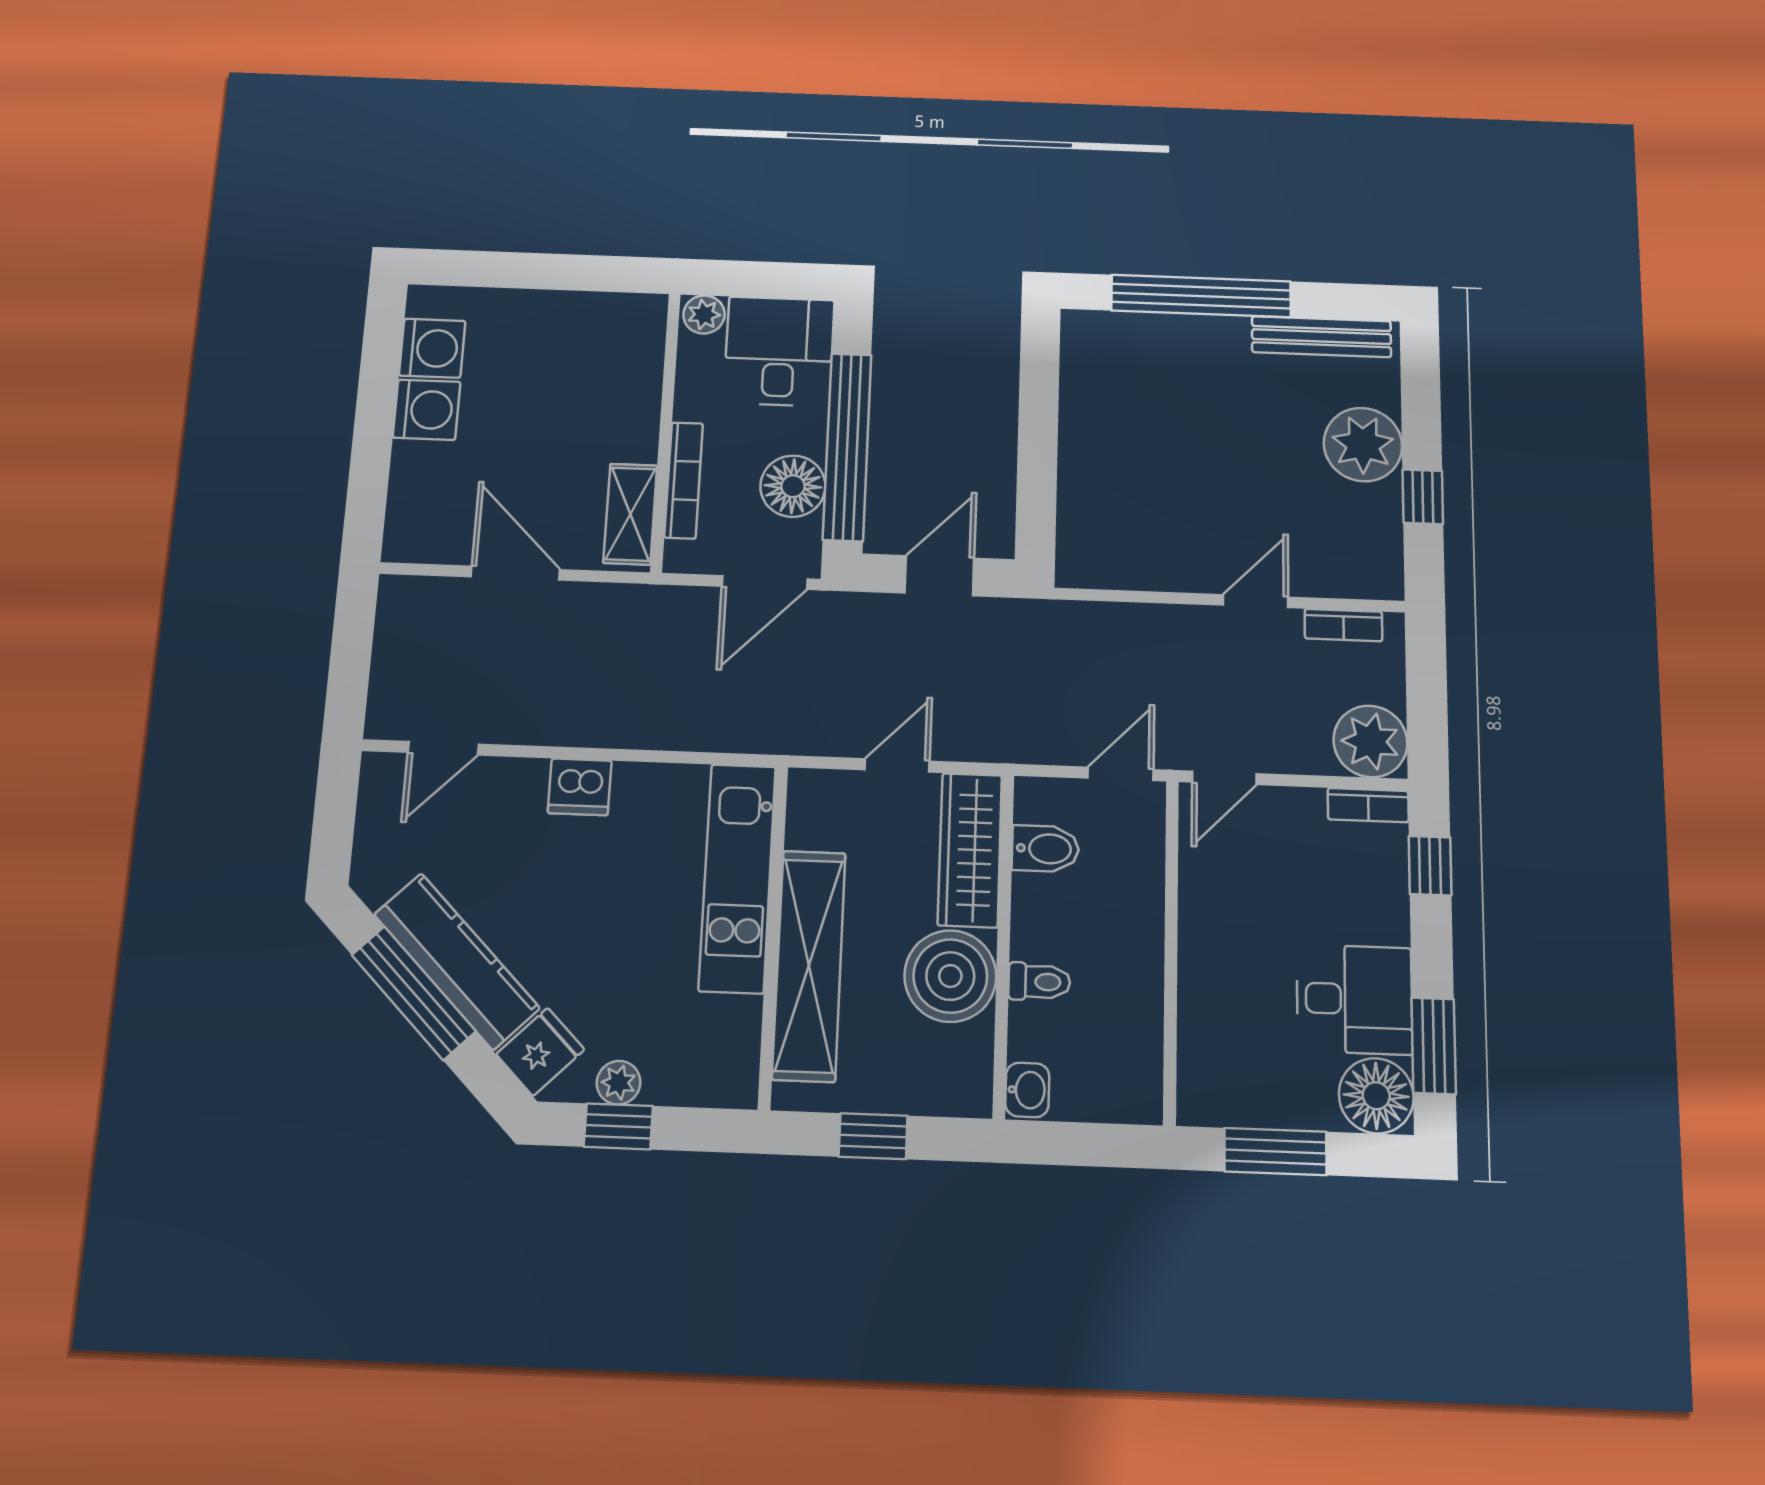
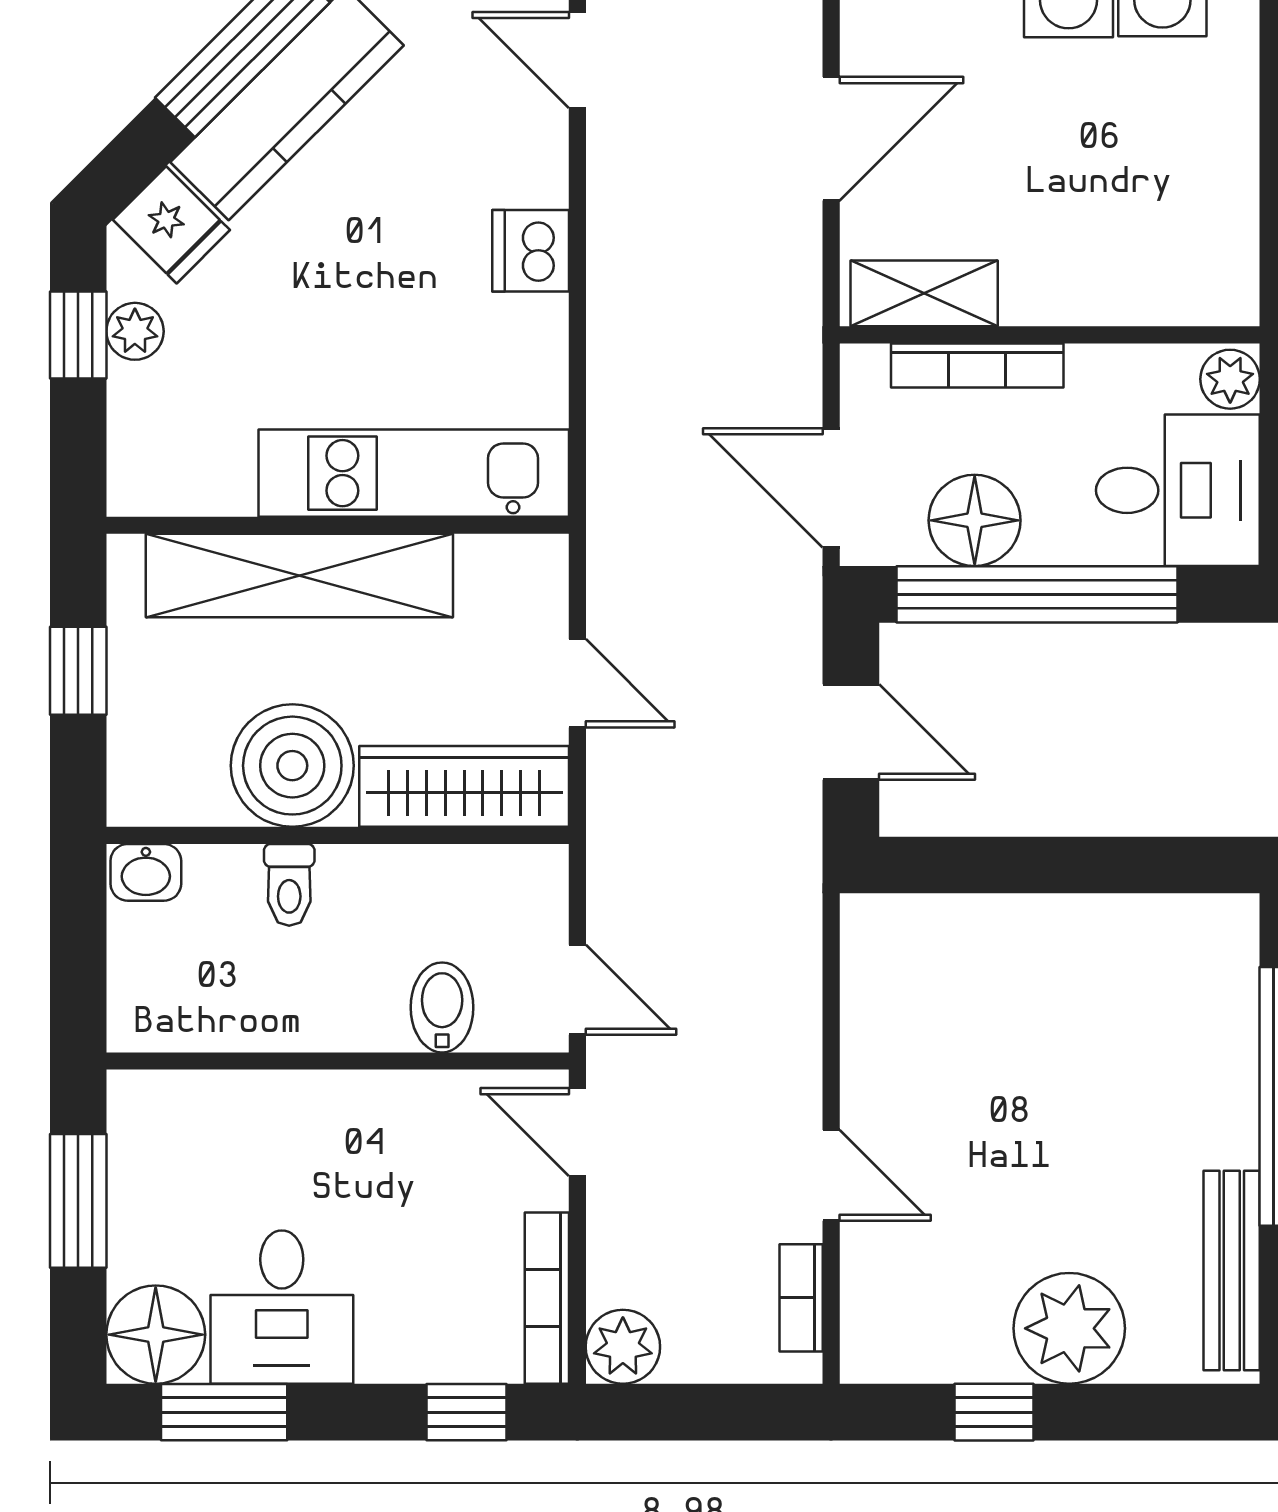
plant: (1370, 741) -> (623, 1347), width x0.73, depth x0.73
bookcase: (1368, 805) -> (547, 1298), width x1.56
bidet: (1045, 849) -> (442, 1007), moved, turned 180

